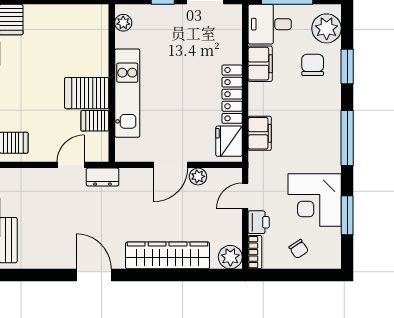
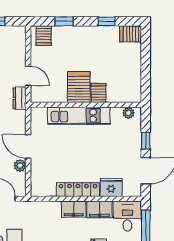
server rack: (95, 121) -> (98, 93), moved
filing cabinet: (260, 133) -> (74, 209), moved
fridge: (229, 141) -> (111, 187), moved

